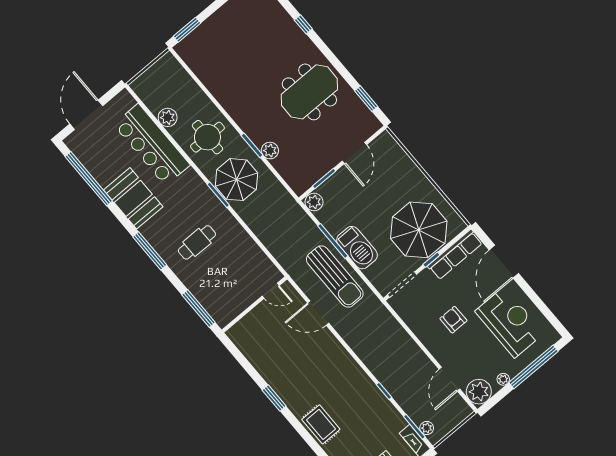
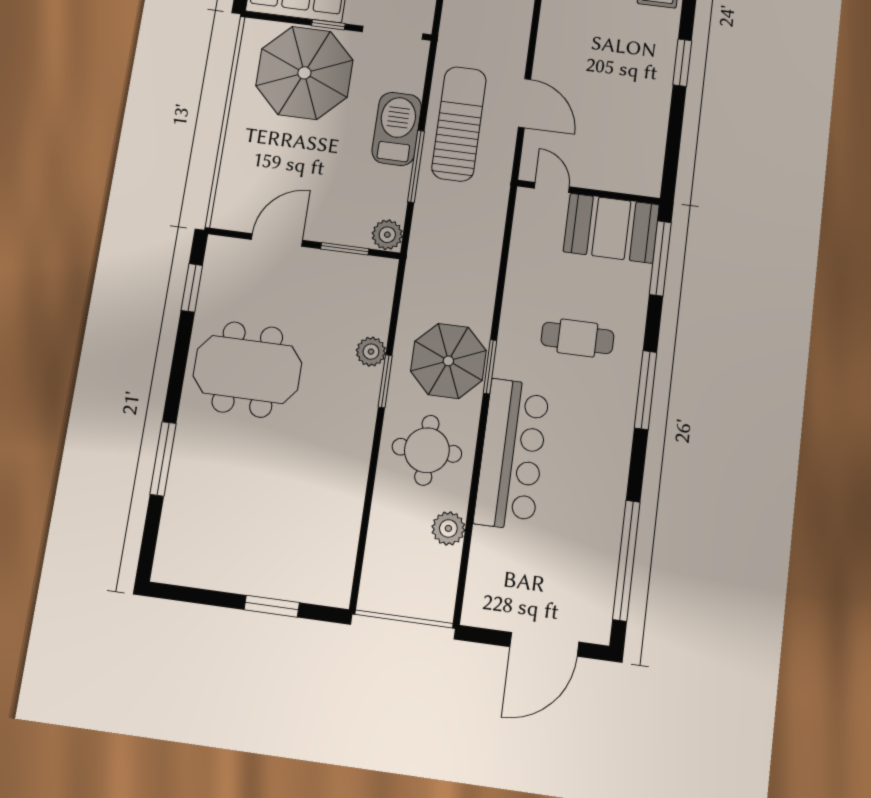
window: (303, 24) -> (163, 459), width x2.17
window: (187, 30) -> (272, 606), moved
bar counter: (152, 145) -> (512, 454), moved
booth: (133, 198) -> (611, 228), moved, turned 90

